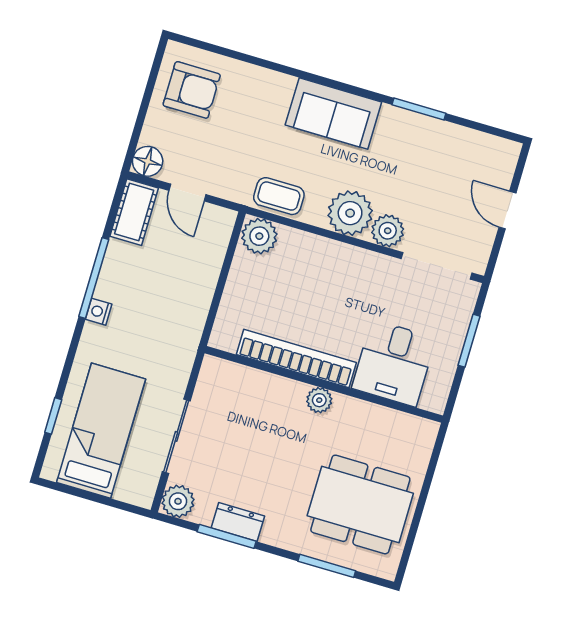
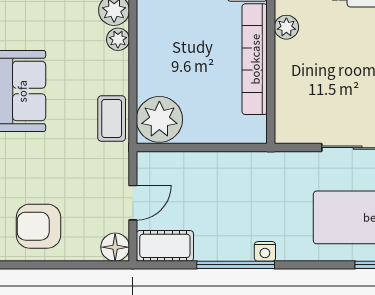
armchair: (192, 90) -> (38, 226), turned -90
plant: (350, 213) -> (118, 39), width x0.53, depth x0.53
plant: (259, 236) -> (159, 119), width x1.36, depth x1.36

